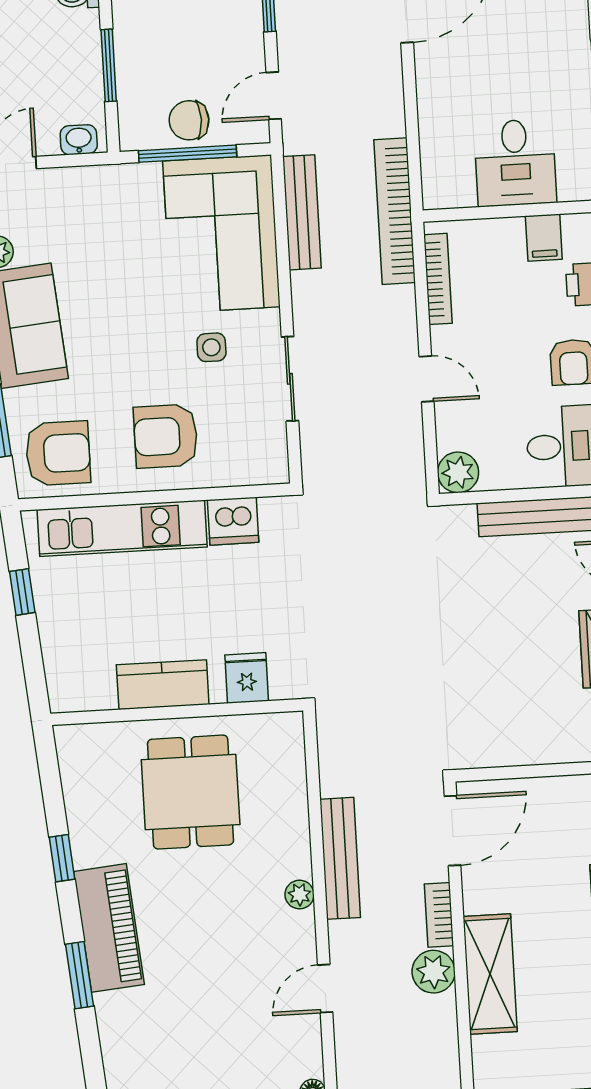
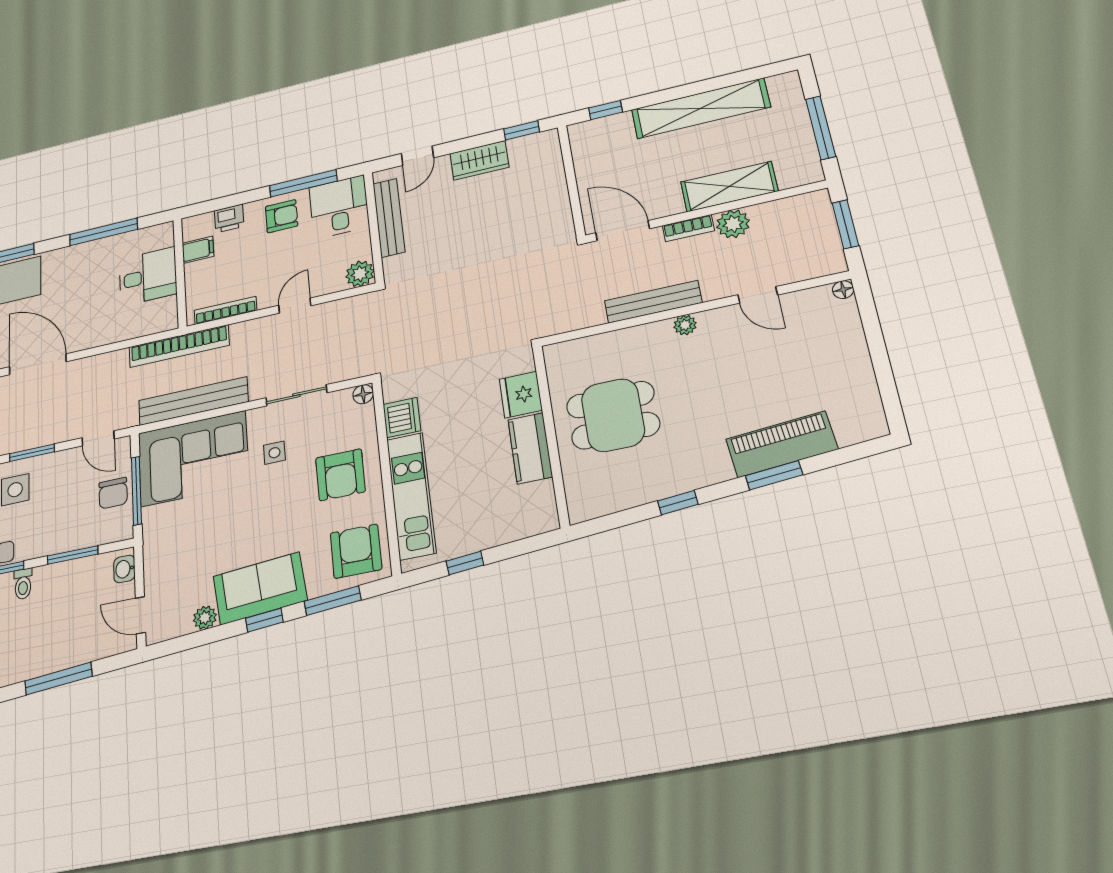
bench: (302, 212) -> (193, 401), width x1.37, depth x1.21
floor lamp: (276, 471) -> (363, 394), added
fridge: (247, 678) -> (521, 395), width x1.38
piano: (109, 928) -> (782, 444), moved

